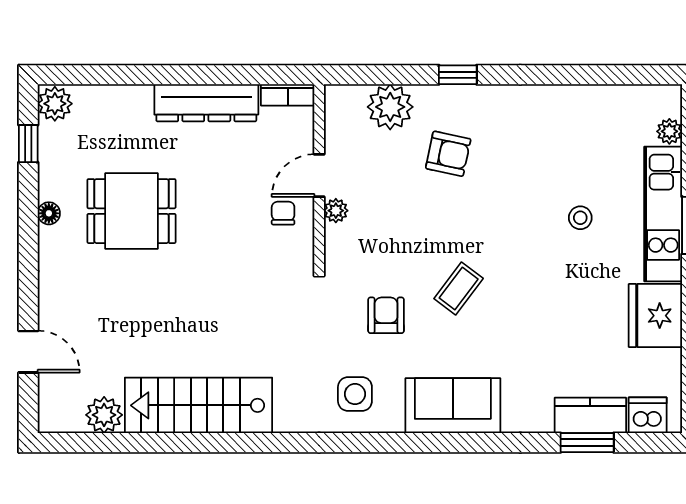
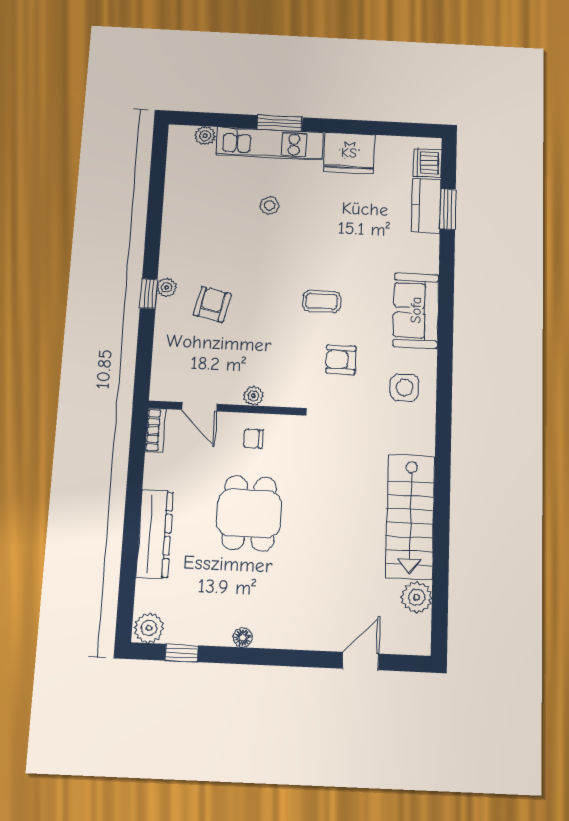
dresser: (206, 103) -> (155, 534), moved
plant: (390, 107) -> (167, 287), moved, width x0.53, depth x0.53
door: (319, 175) -> (199, 407), moved
dining table: (131, 211) -> (249, 513), moved
coffee table: (459, 288) -> (322, 301), turned -37

